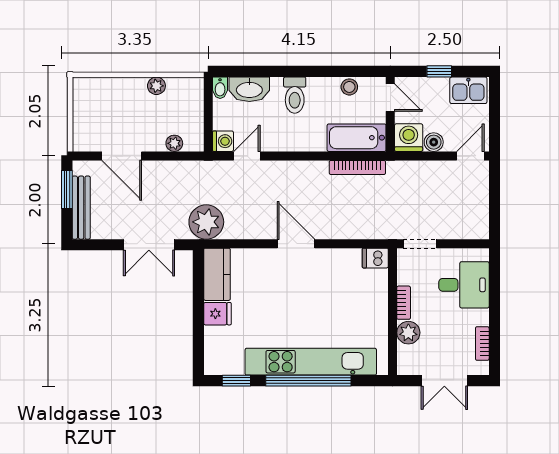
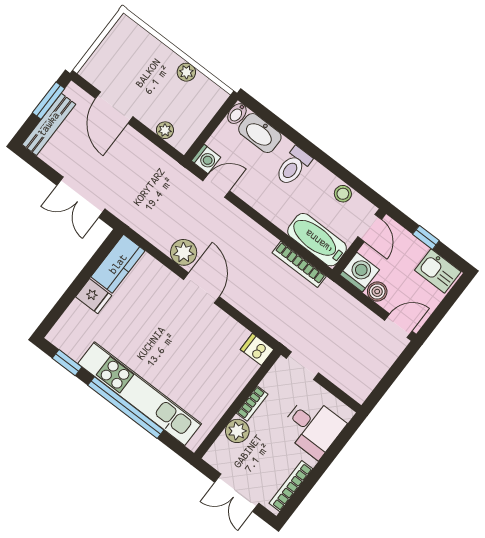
plant: (206, 222) -> (184, 252), moved, width x0.73, depth x0.73
bookcase: (482, 343) -> (291, 486), width x1.56

